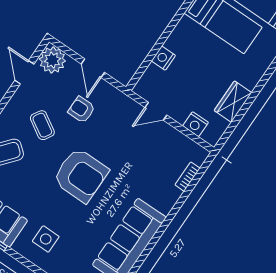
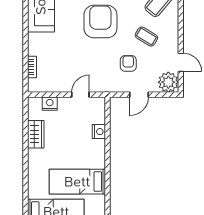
door: (93, 68) -> (139, 95), swing flipped
armchair: (82, 110) -> (128, 63), turned -90
armchair: (81, 175) -> (100, 22), turned 90

